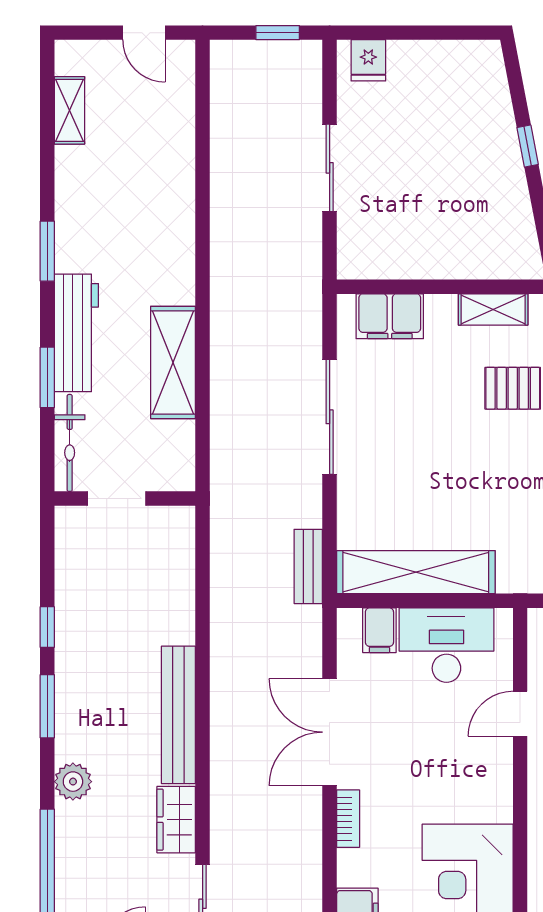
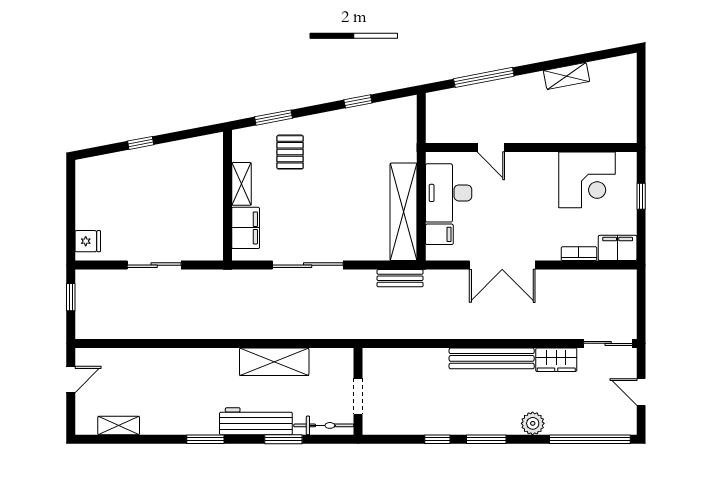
shelving: (493, 309) -> (241, 184), moved
bookcase: (348, 819) -> (579, 254), moved

